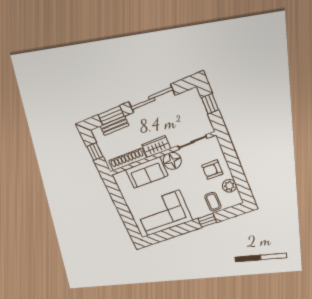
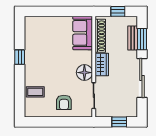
armchair: (212, 170) -> (64, 102), turned 180
sofa: (147, 173) -> (83, 33), moved
plant: (229, 186) -> (44, 111), removed
corner sofa: (163, 213) -> (41, 45), removed
window: (207, 220) -> (20, 57), moved

